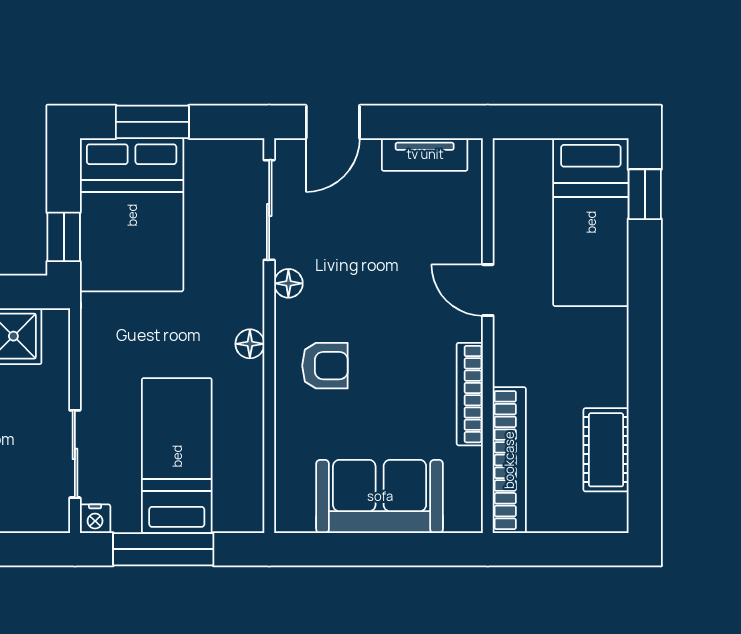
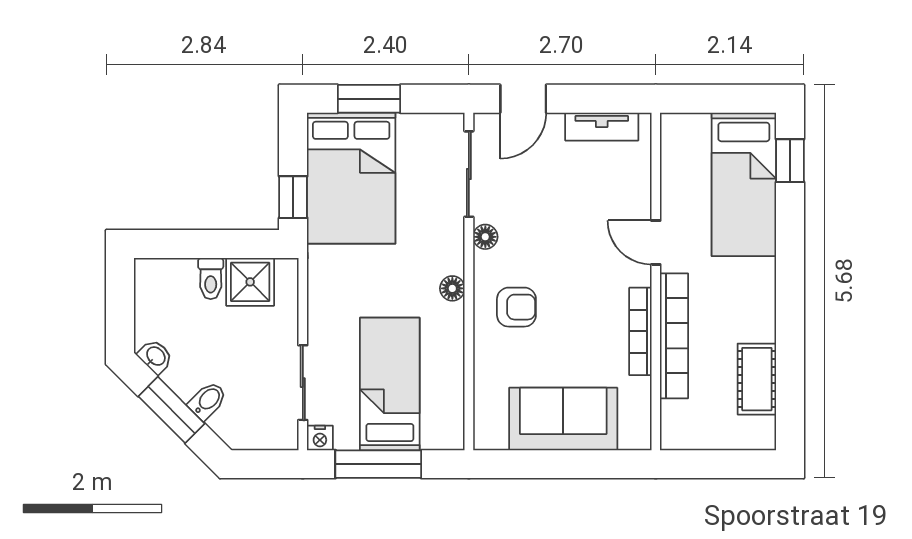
bookcase: (509, 460) -> (674, 336), moved

